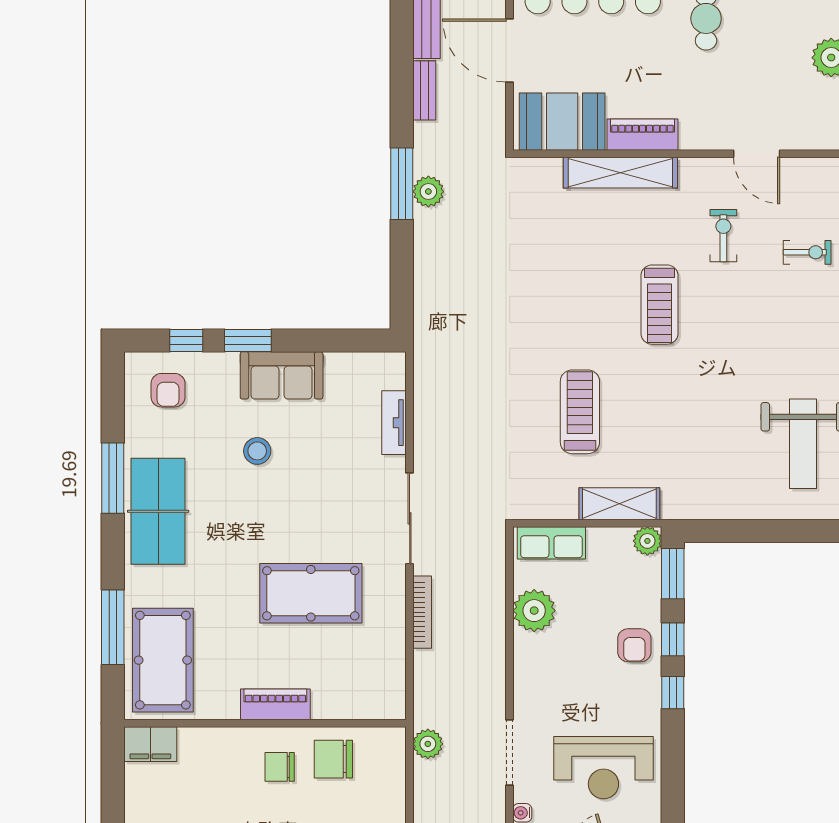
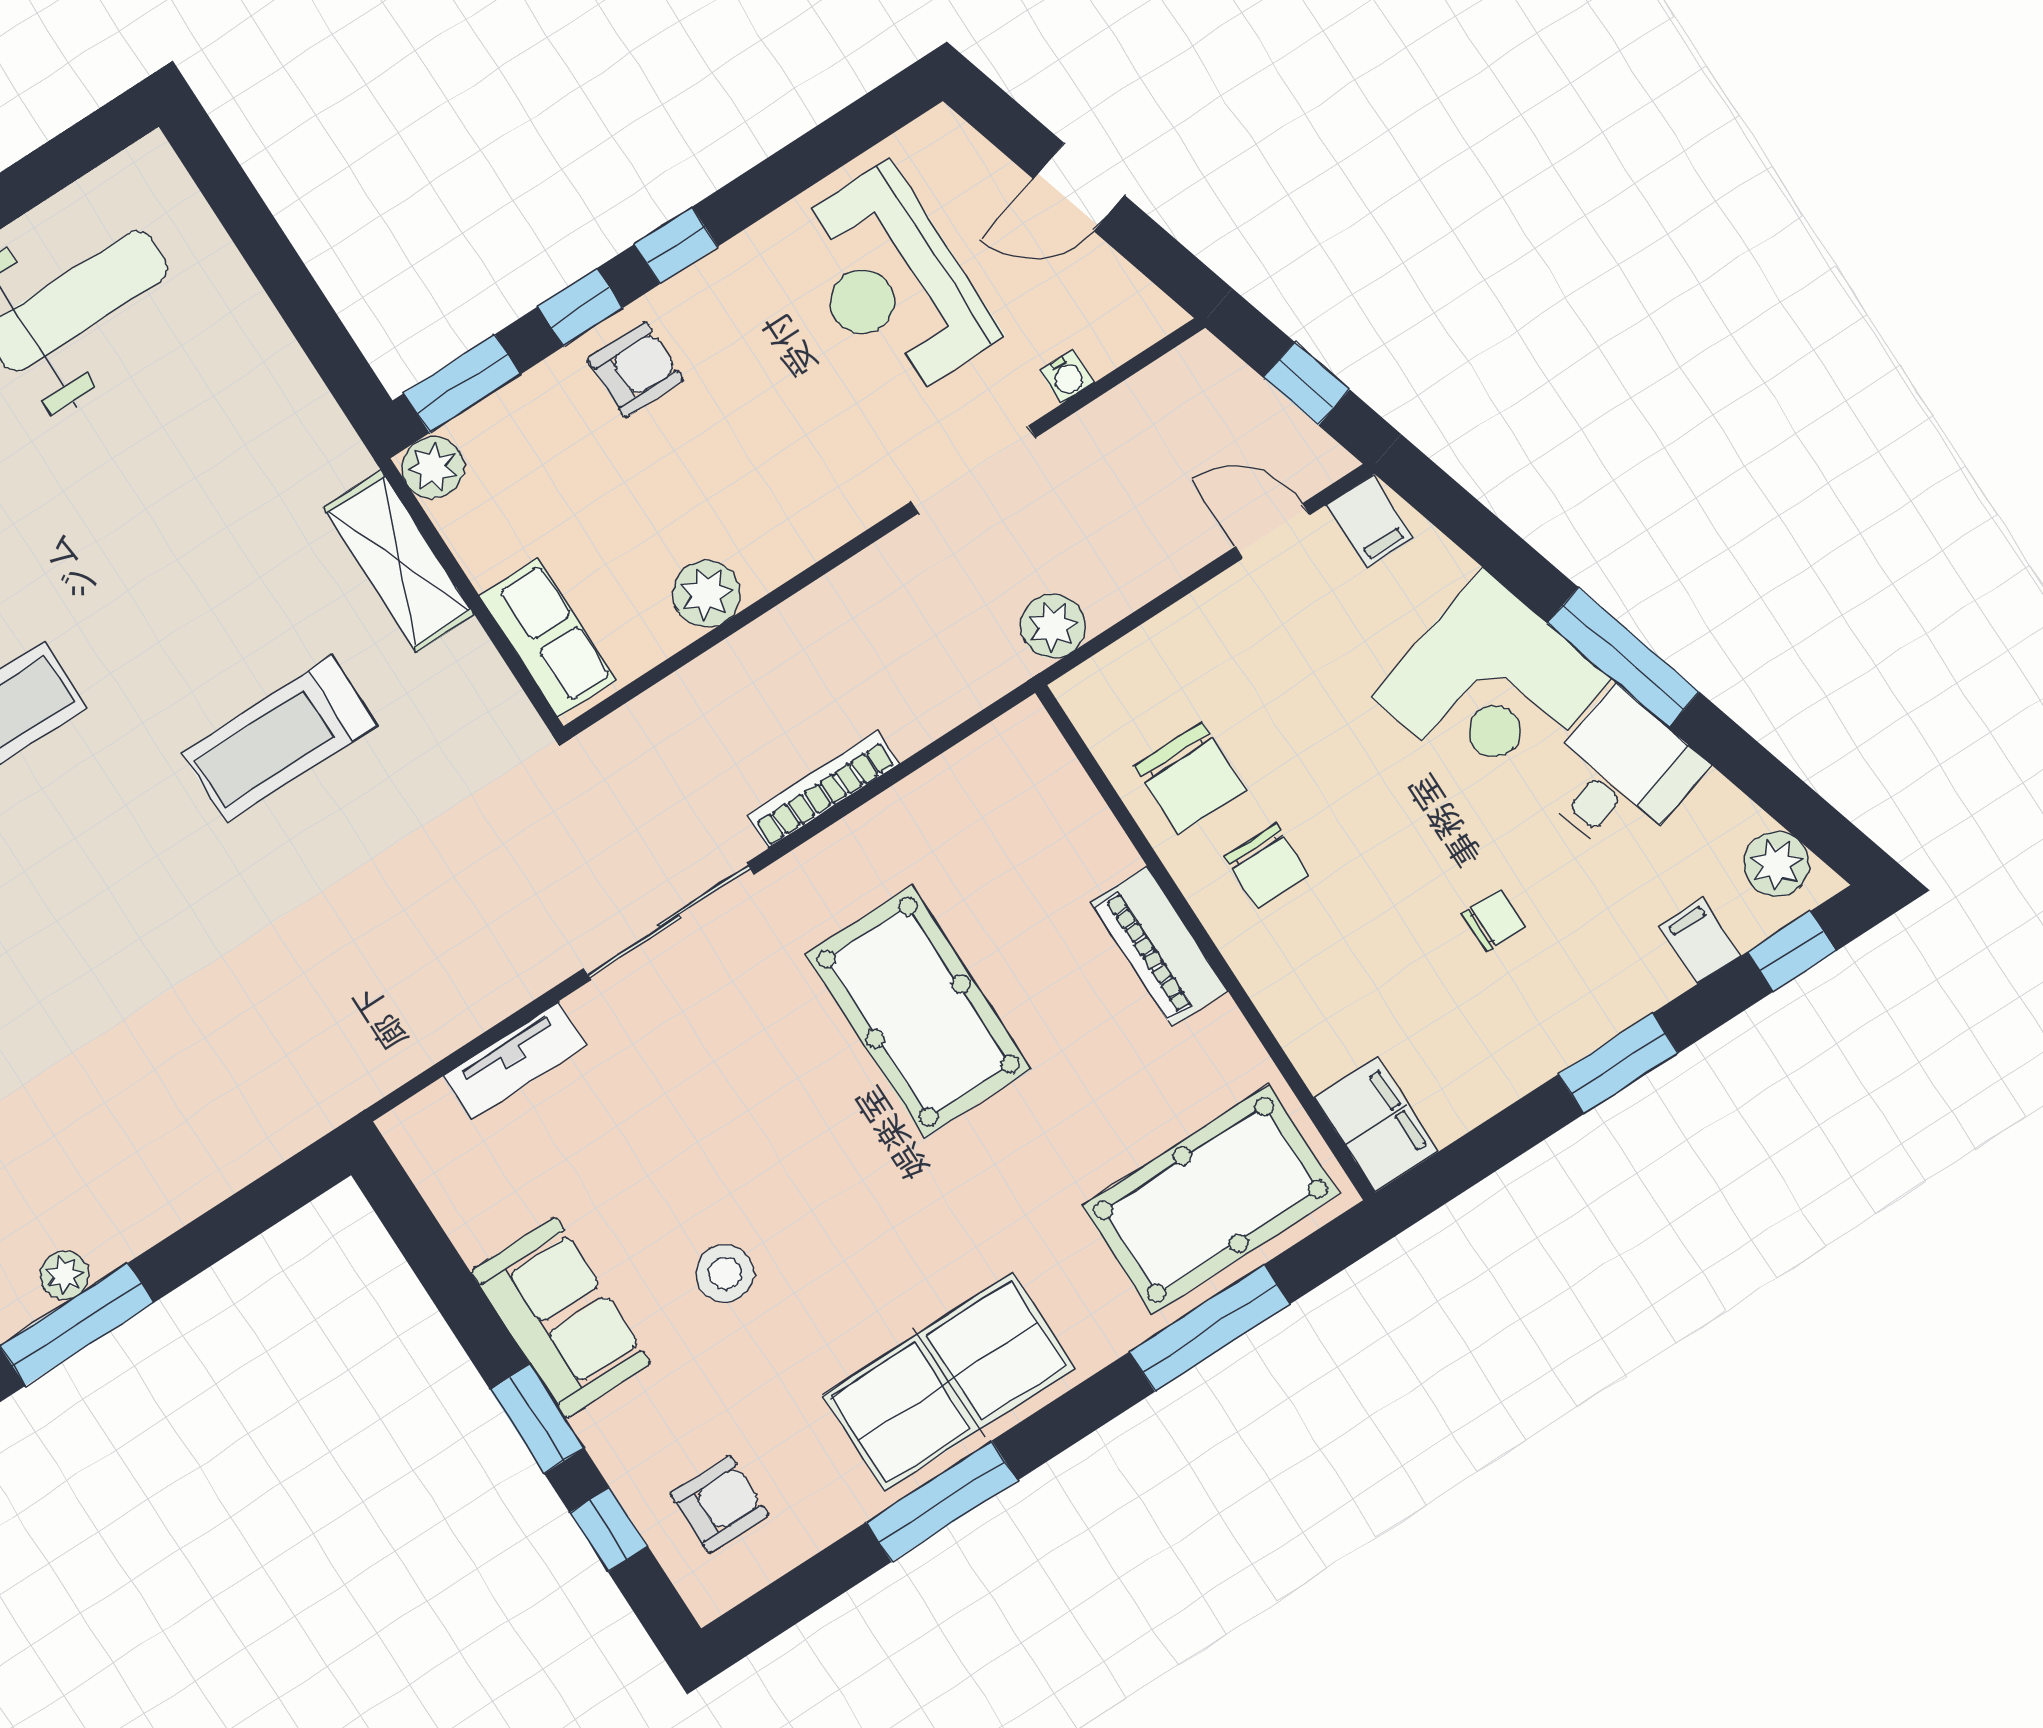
plant: (428, 192) -> (64, 1275), width x0.73, depth x0.73
plant: (534, 611) -> (707, 594), width x0.73, depth x0.73
reception desk: (603, 768) -> (892, 283), turned 180

